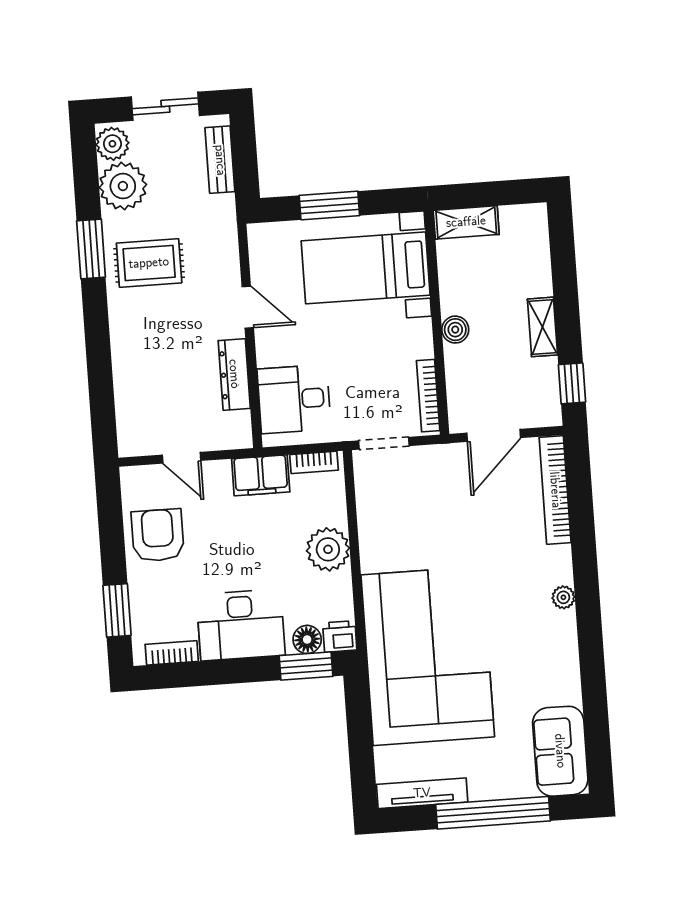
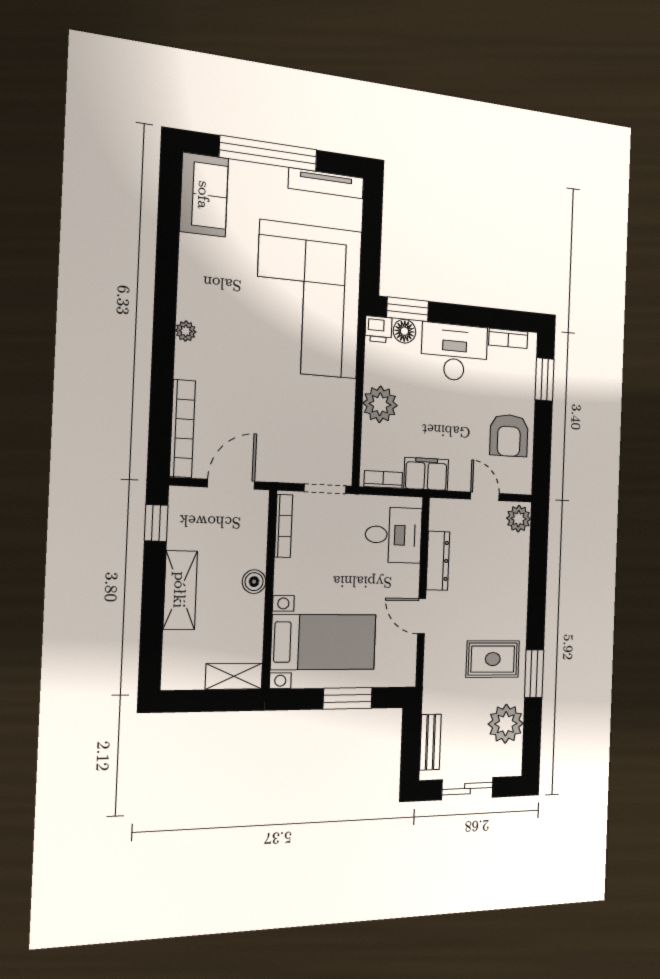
plant: (112, 144) -> (519, 519), moved
shelving: (543, 327) -> (180, 590), width x1.50, depth x1.33

